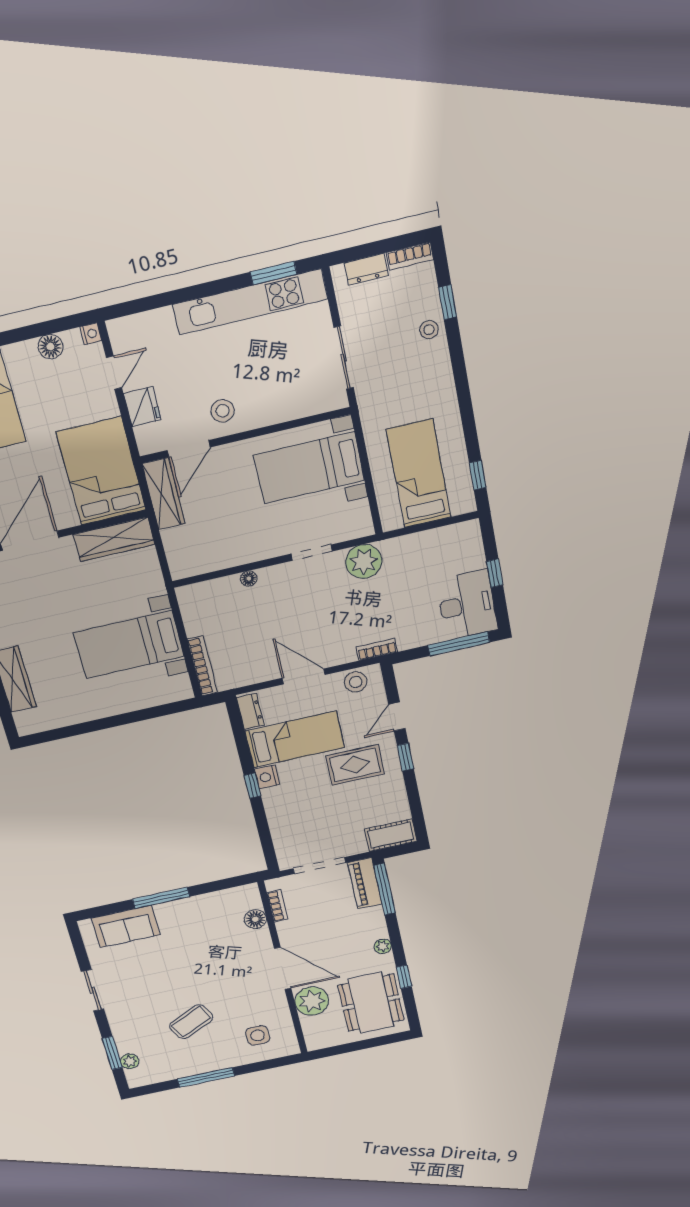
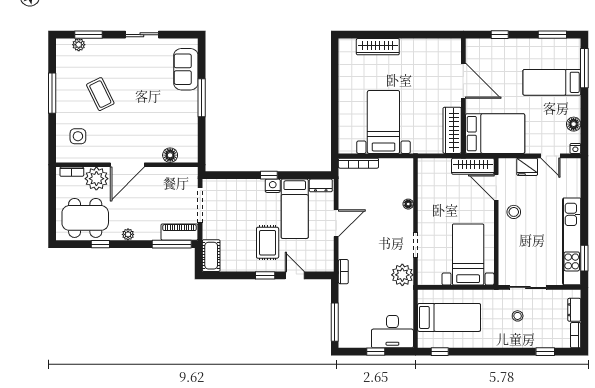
stool: (429, 330) -> (518, 316), moved
desk: (467, 605) -> (392, 332), moved
stool: (356, 682) -> (325, 254), removed
bookcase: (277, 906) -> (72, 172), moved

